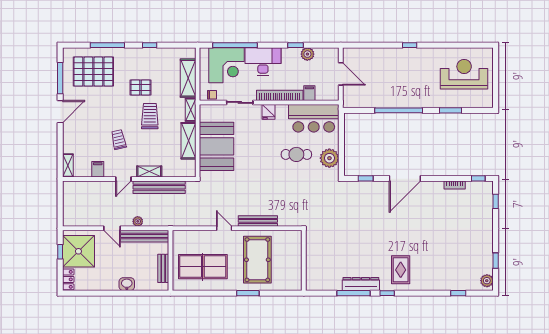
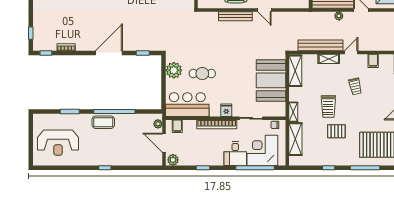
plant: (307, 54) -> (173, 160), moved
desk: (263, 61) -> (235, 153), width x0.73
filing cabinet: (309, 93) -> (177, 126), moved
plant: (348, 96) -> (158, 124), added
coffee table: (411, 98) -> (103, 122), added
shelving: (188, 141) -> (295, 71), moved

